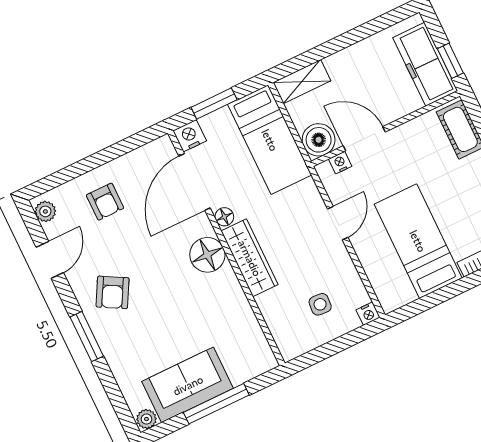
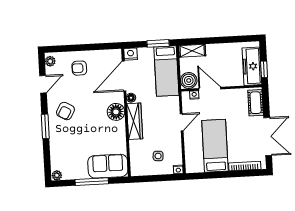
window: (214, 103) -> (158, 43), moved
armchair: (105, 202) -> (79, 68), turned 90
sofa: (188, 385) -> (108, 166), moved

